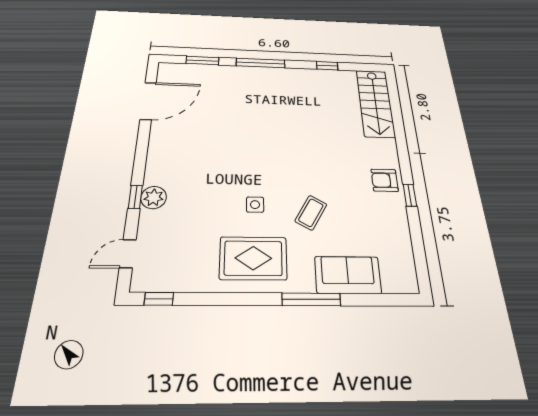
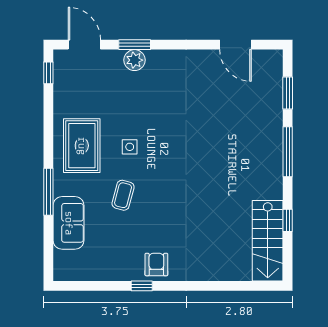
door: (148, 101) -> (235, 45), width x0.73
stairs: (375, 103) -> (268, 241), moved, turned -90
window: (135, 197) -> (135, 45), width x1.50
coffee table: (311, 213) -> (123, 195), turned 75
door: (128, 254) -> (84, 45), width x1.38

